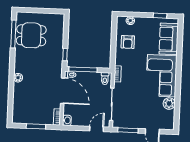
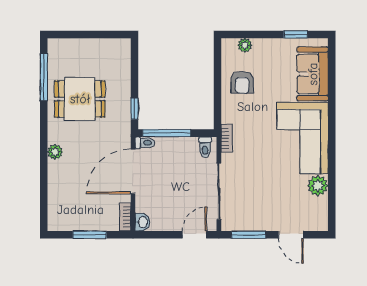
dining table: (31, 35) -> (80, 99), moved
door: (63, 91) -> (133, 171), swing flipped

